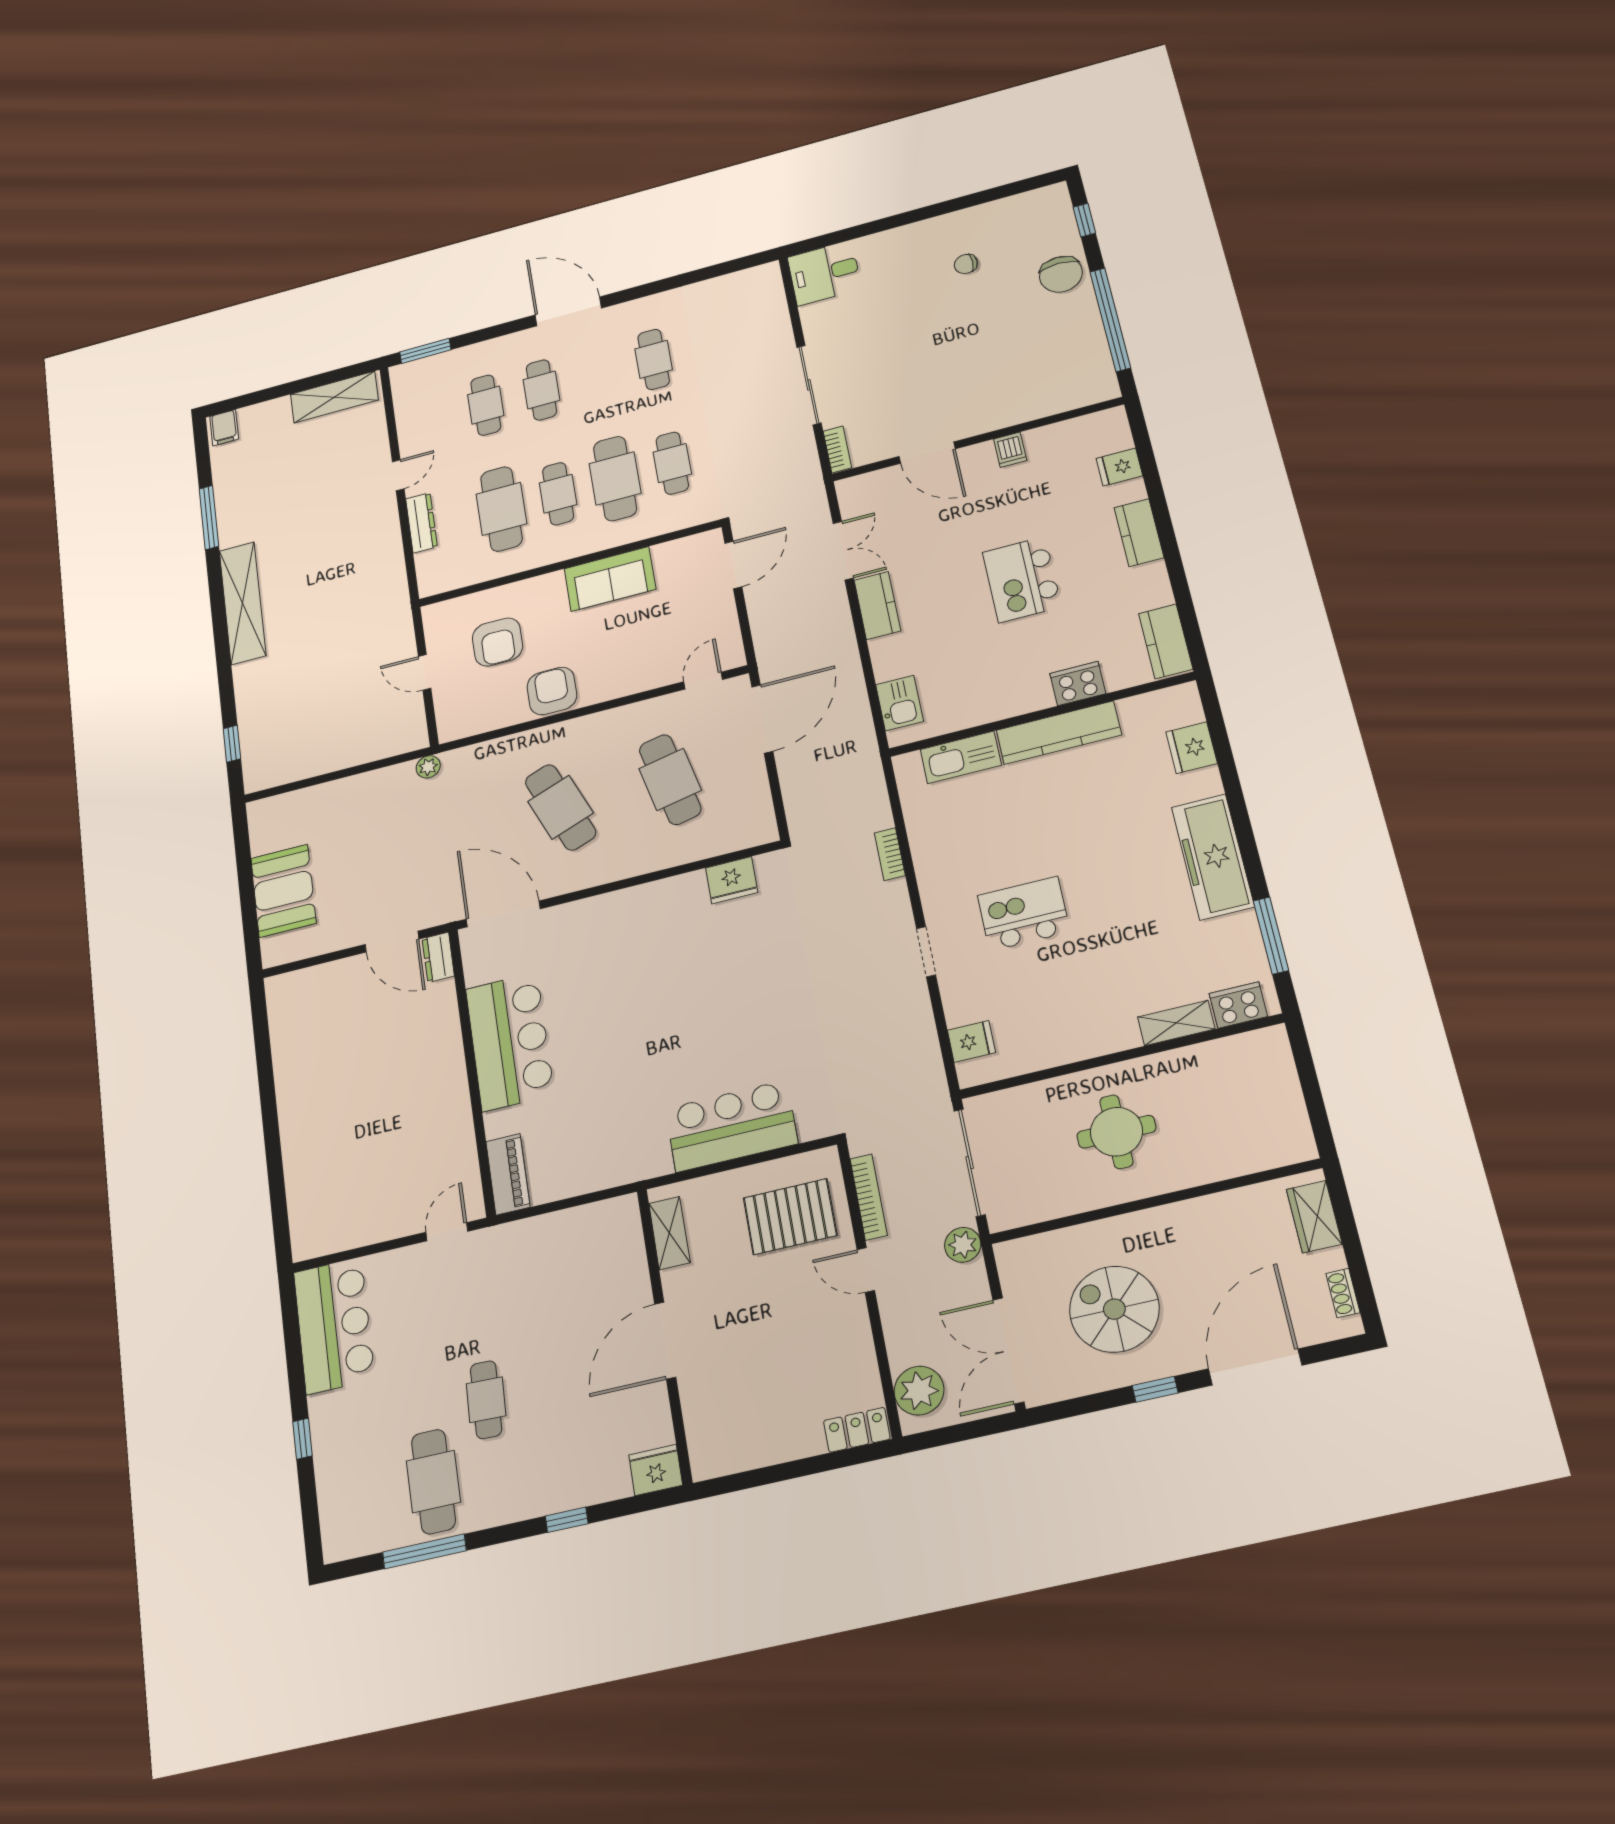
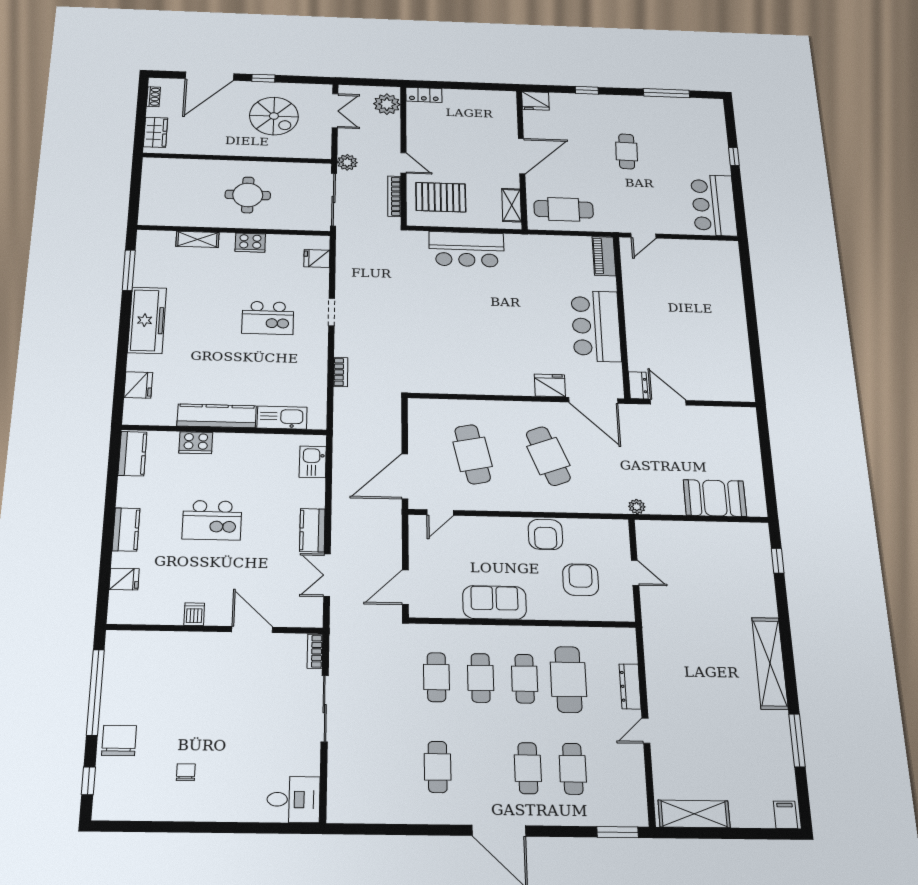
chair: (966, 264) -> (186, 772), turned -90
cafe table: (615, 478) -> (481, 678), width x0.73, depth x0.74
kitchen island: (1022, 579) -> (212, 520), turned 90
fridge: (732, 880) -> (550, 385), moved
booth: (283, 891) -> (715, 498), moved, turned 90
cooker: (1238, 1005) -> (250, 243), moved
double door: (1008, 1351) -> (335, 111), width x0.73
cafe table: (433, 1482) -> (564, 209), moved, turned 90

